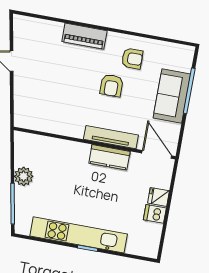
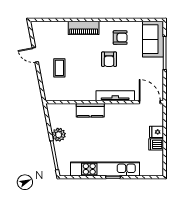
coffee table: (41, 85) -> (59, 68), added
sofa: (172, 96) -> (153, 39), moved
kitchen counter: (109, 157) -> (90, 110), moved

